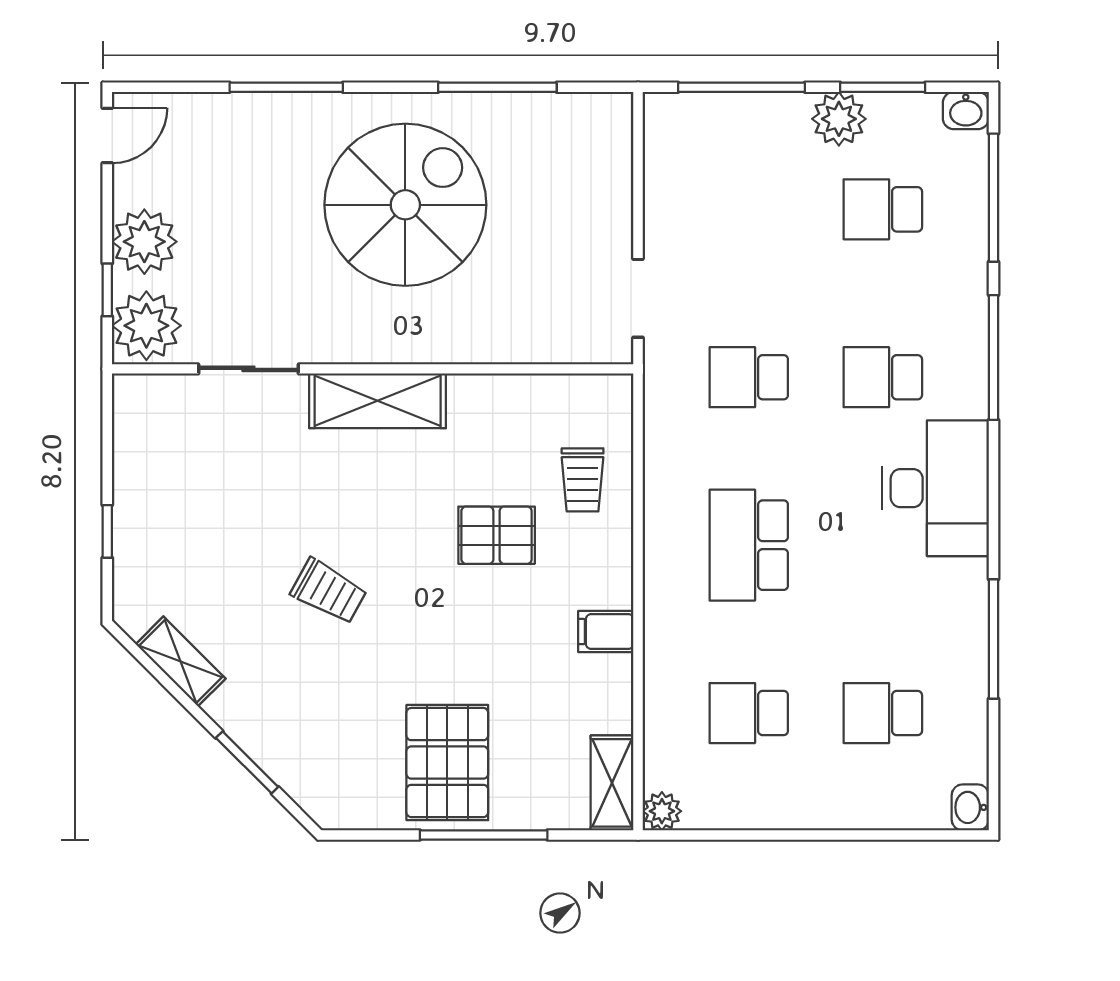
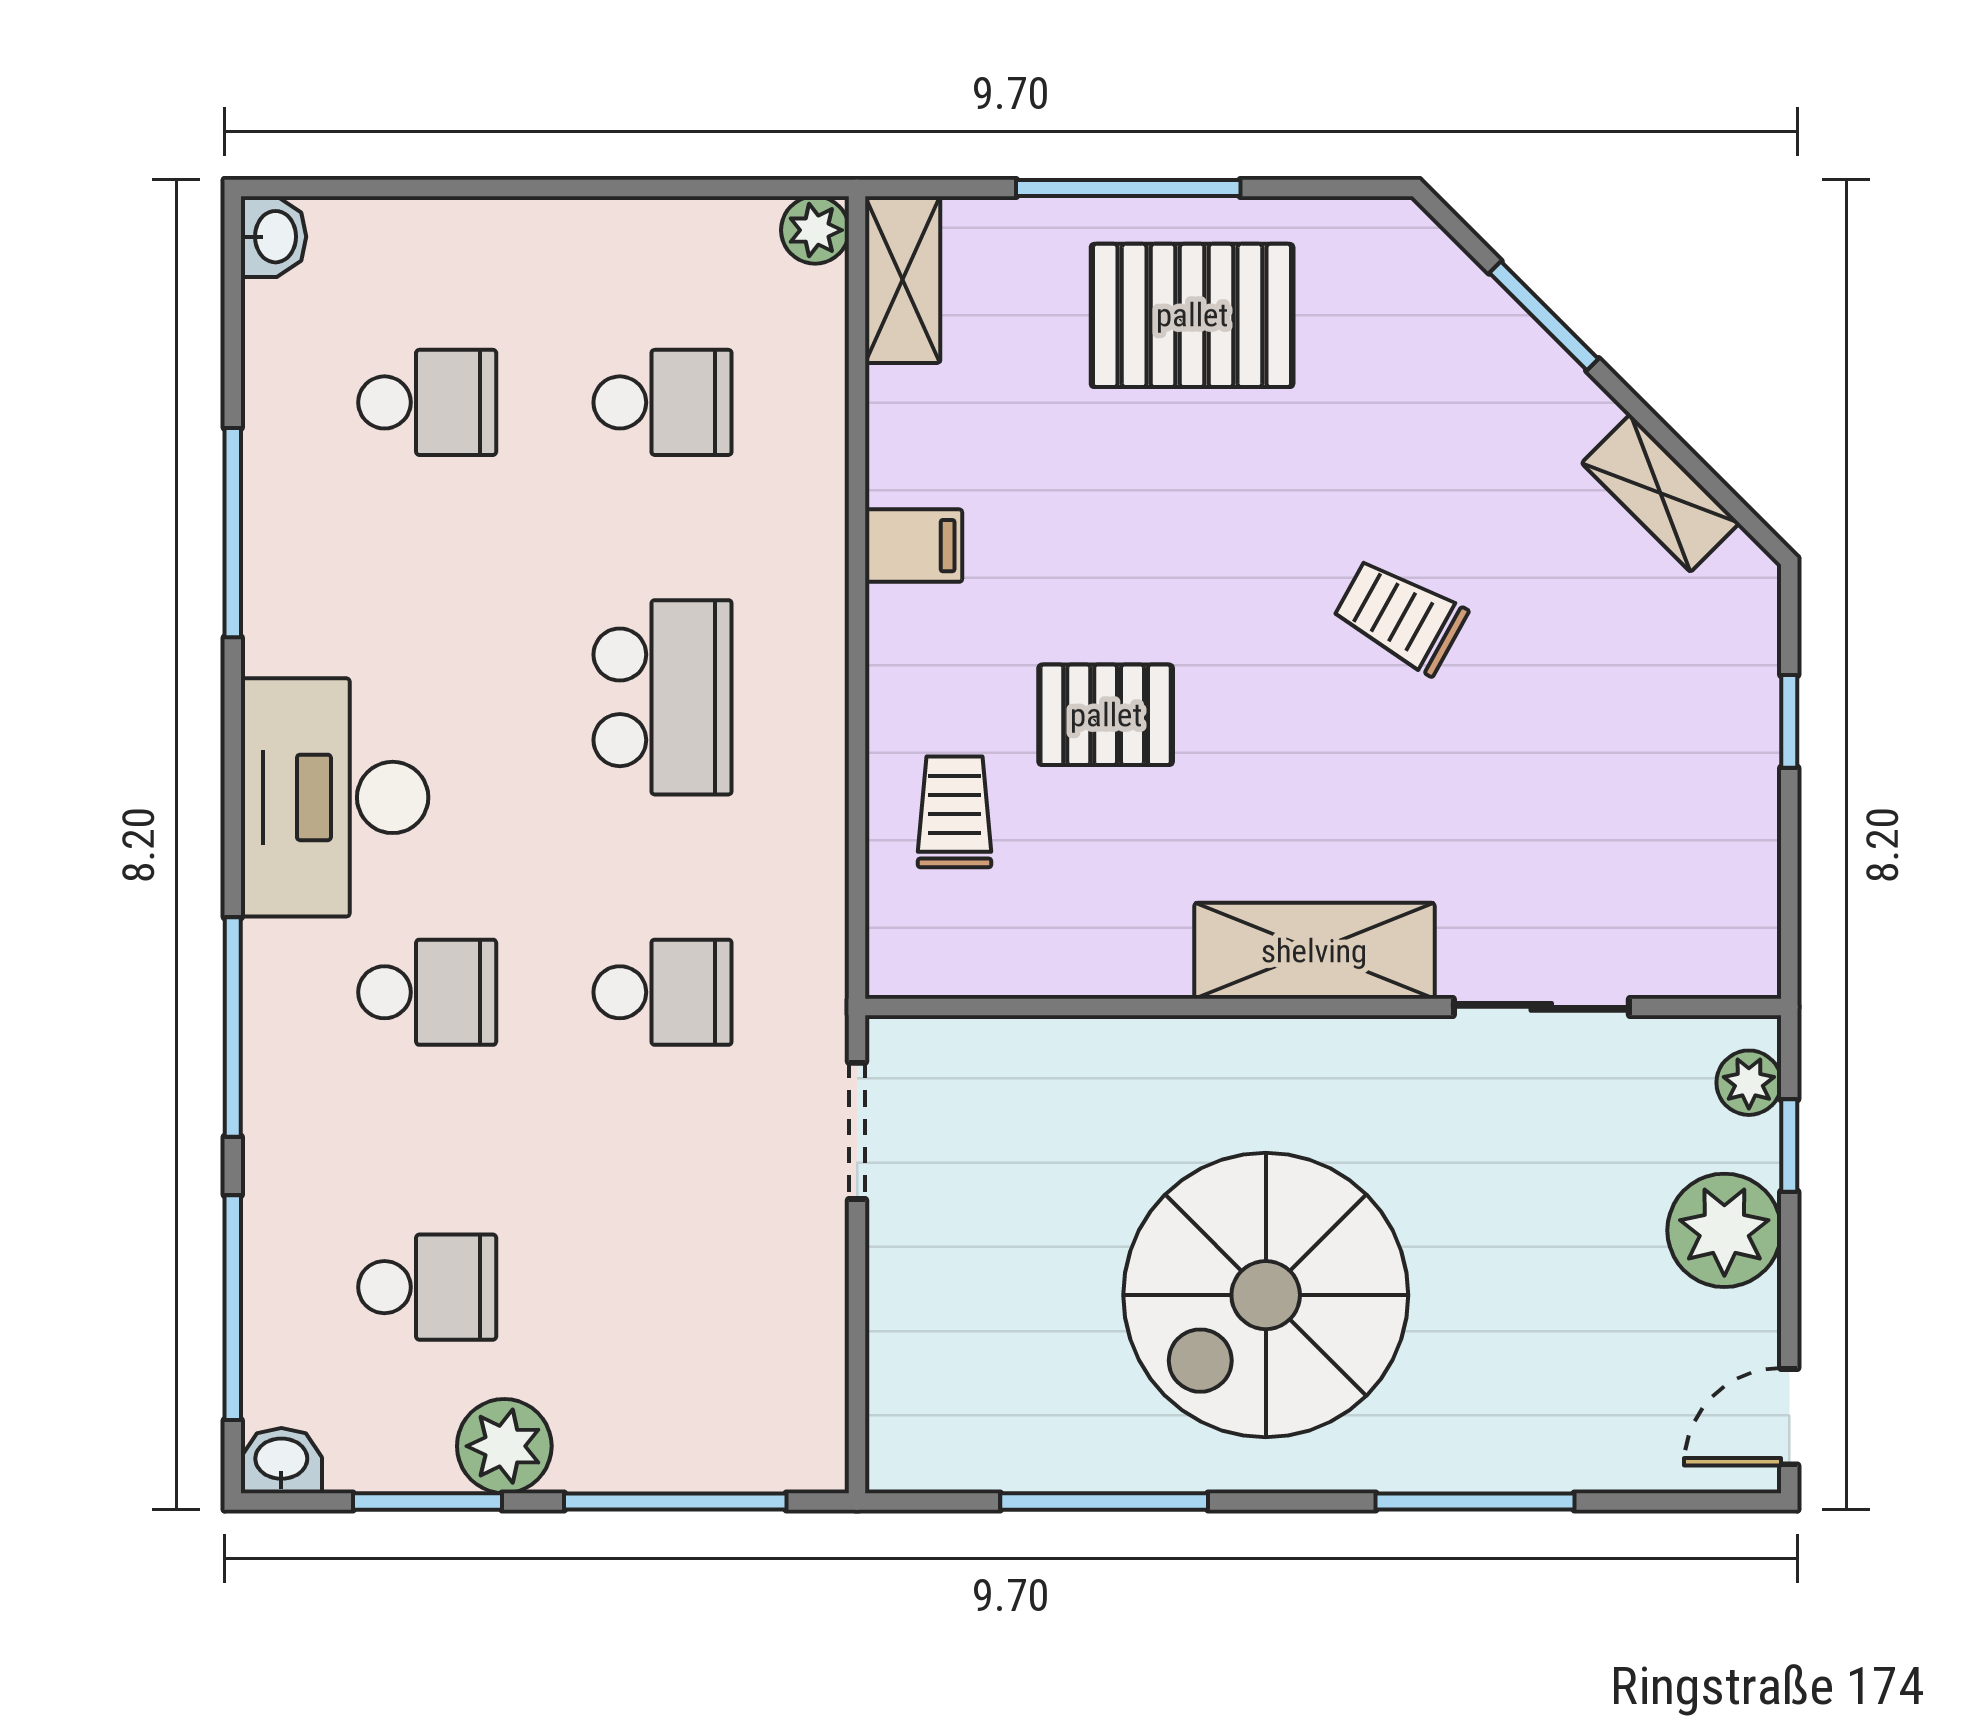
plant: (146, 326) -> (1749, 1083), width x0.53, depth x0.53
pallet: (447, 763) -> (1192, 315), turned 90

